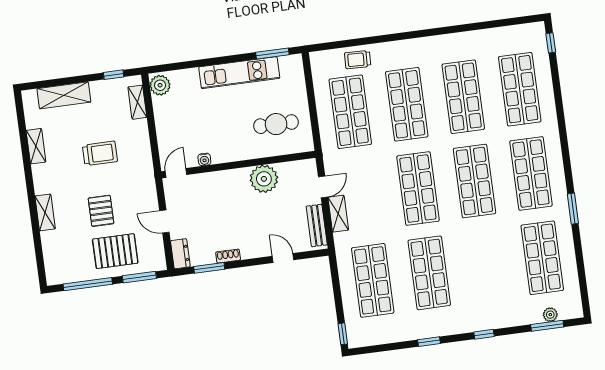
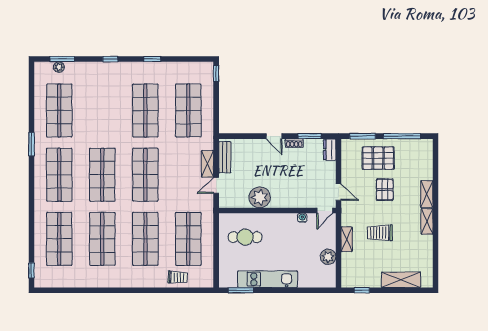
plant: (160, 85) -> (328, 257), moved
shelving: (137, 102) -> (347, 239), moved
shelving: (36, 146) -> (427, 221), moved
door: (164, 222) -> (338, 192), moved
door: (283, 258) -> (274, 136), moved

